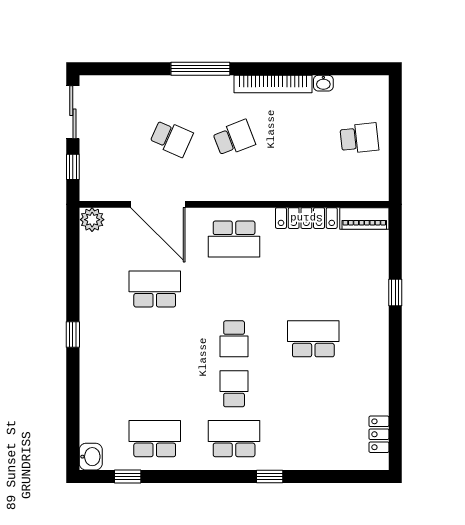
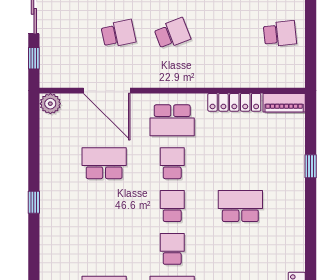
school desk: (171, 138) -> (118, 34), turned -36
school desk: (234, 289) -> (172, 163), added
school desk: (234, 339) -> (172, 206), turned 180

